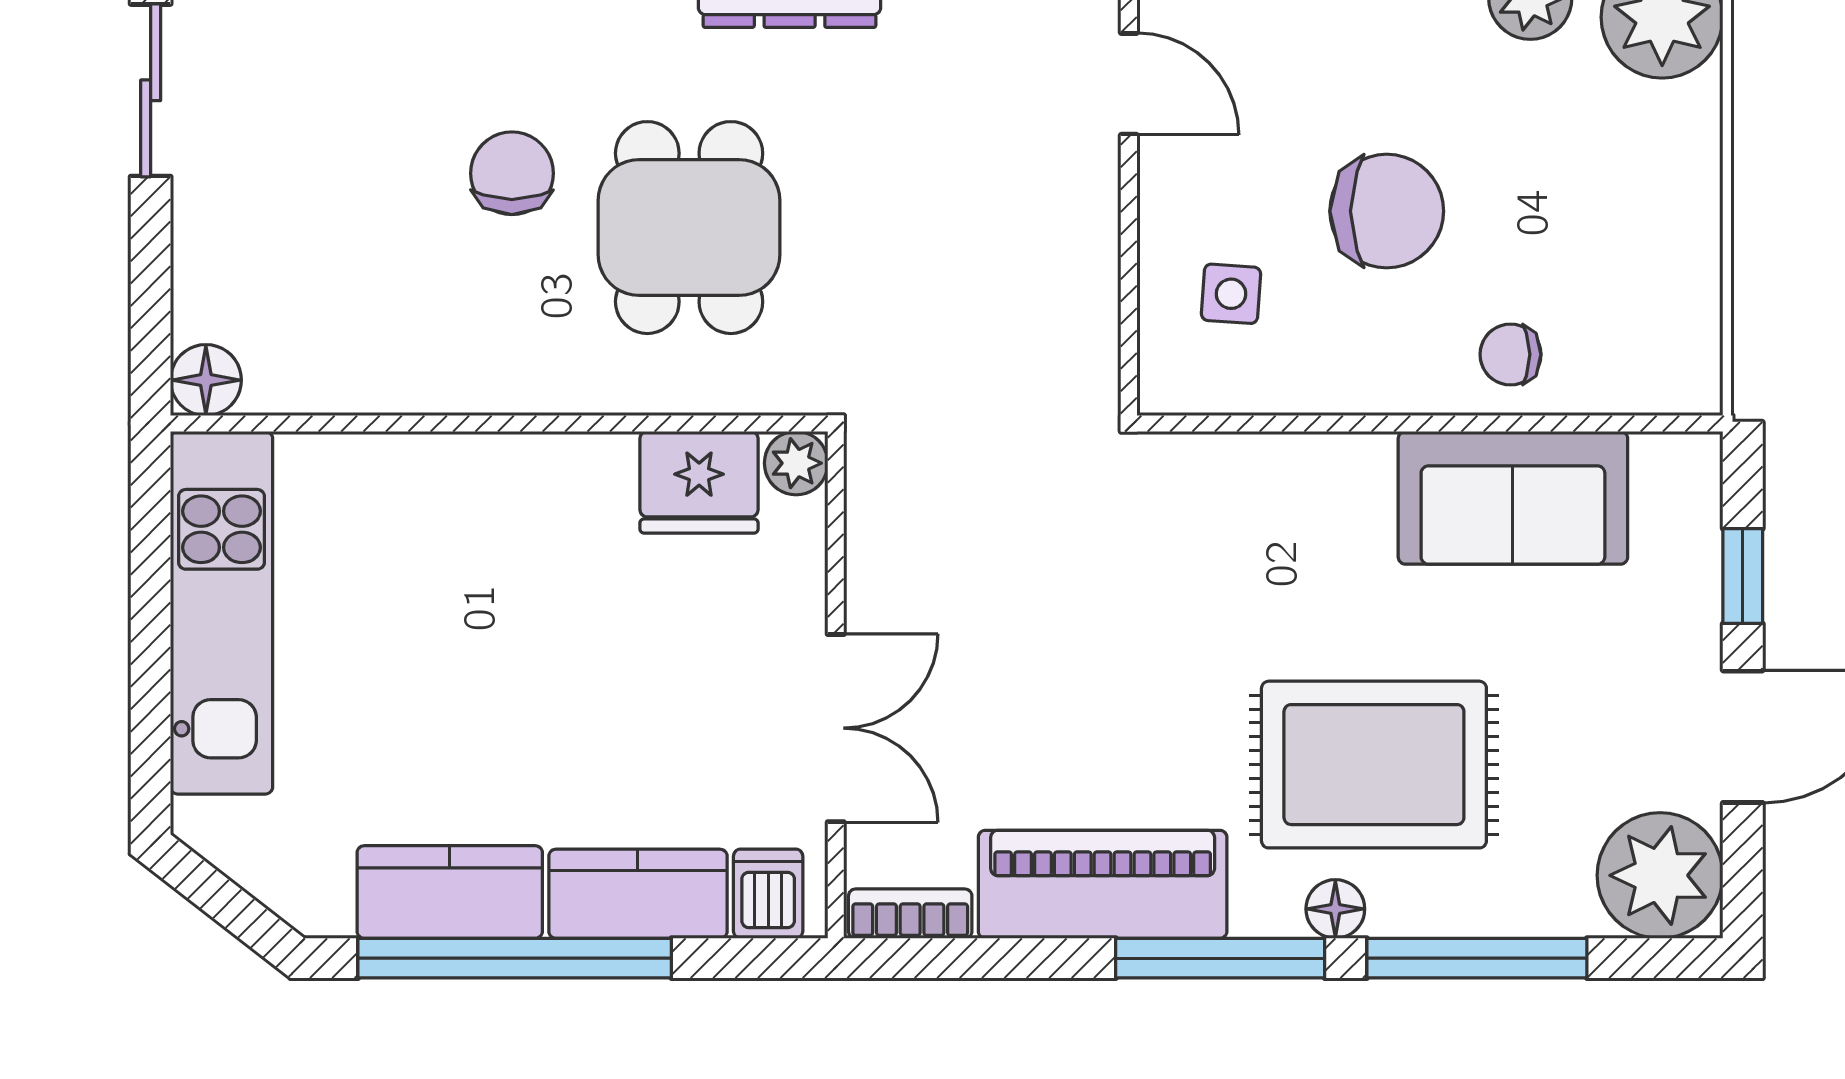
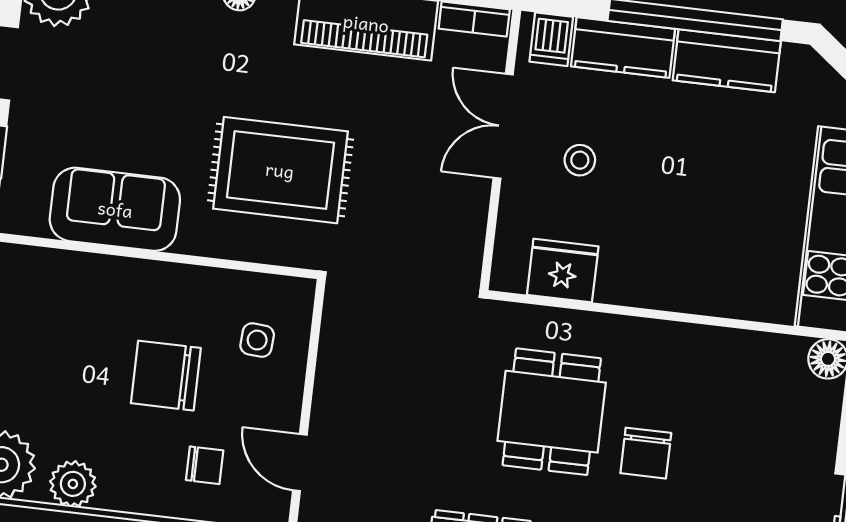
chair: (1511, 354) -> (205, 465), moved
plant: (796, 463) -> (508, 275), removed
stool: (692, 683) -> (580, 160), added
rug: (1374, 765) -> (280, 170), moved

